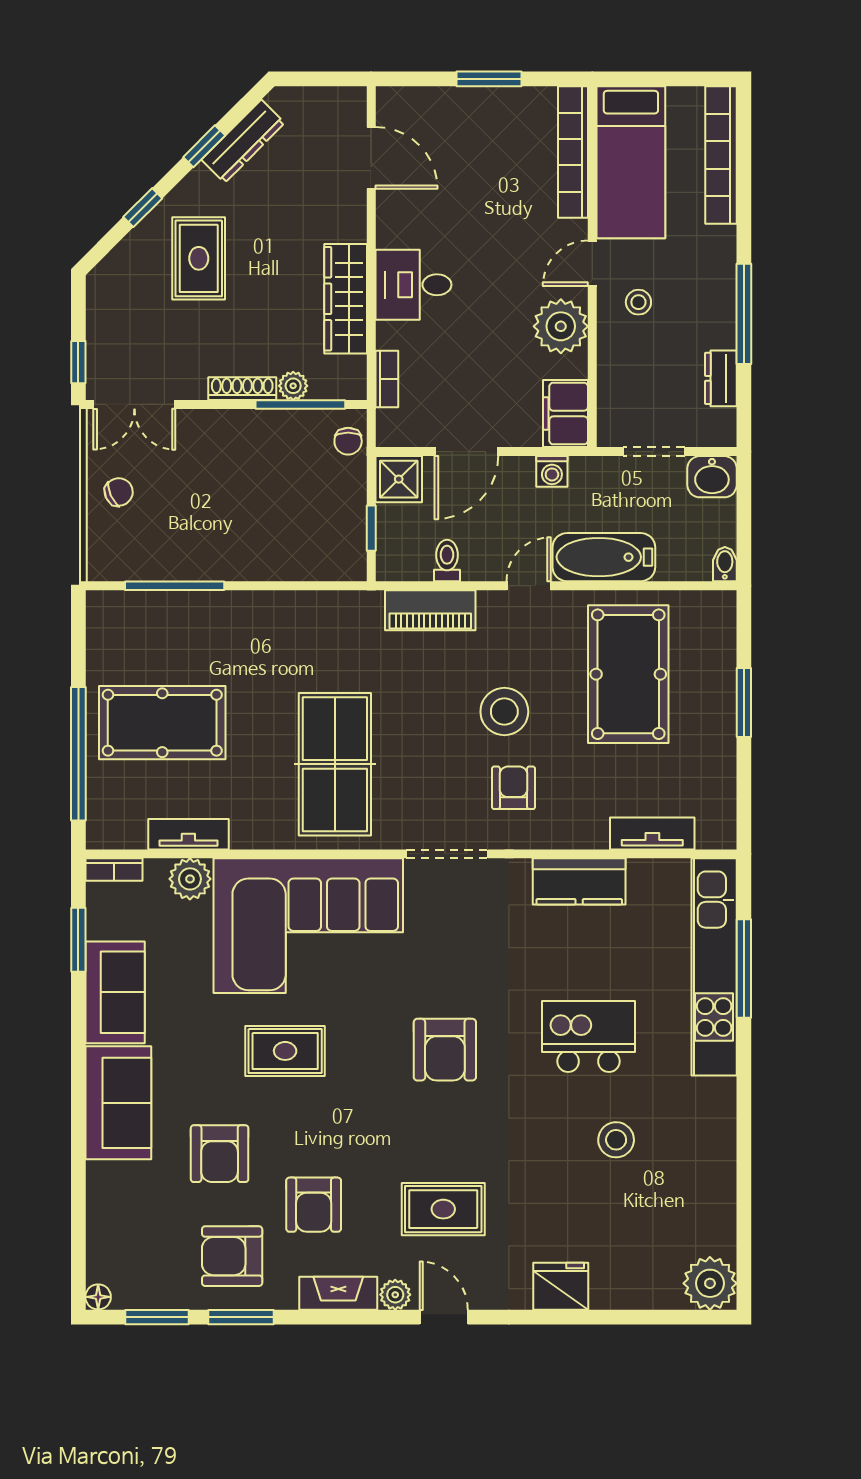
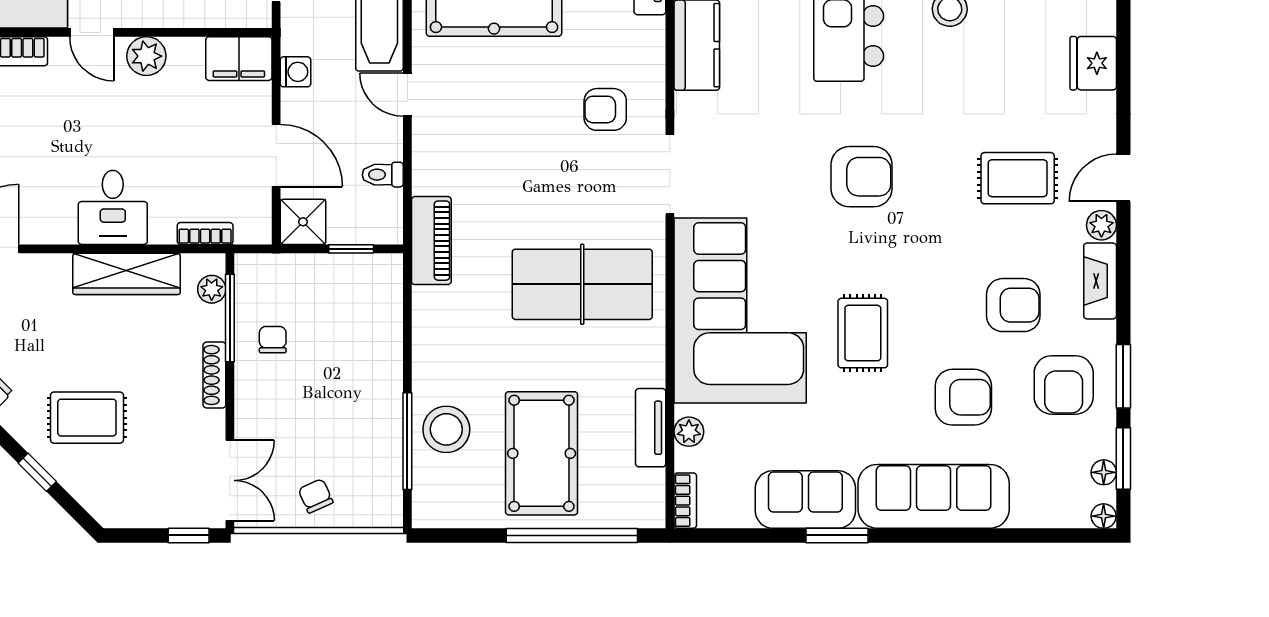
plant: (561, 326) -> (146, 56), width x0.73, depth x0.73
plant: (293, 386) -> (212, 289), moved
chair: (348, 441) -> (273, 340), moved, turned -90
piano: (430, 610) -> (431, 241), moved
stool: (504, 711) -> (446, 429), moved
plant: (190, 879) -> (689, 432), width x0.73, depth x0.73
window: (78, 940) -> (837, 535), moved
sofa: (118, 1103) -> (934, 496), width x1.36
rug: (443, 1209) -> (1018, 178), turned 90
floor lamp: (143, 1297) -> (1104, 472), added

